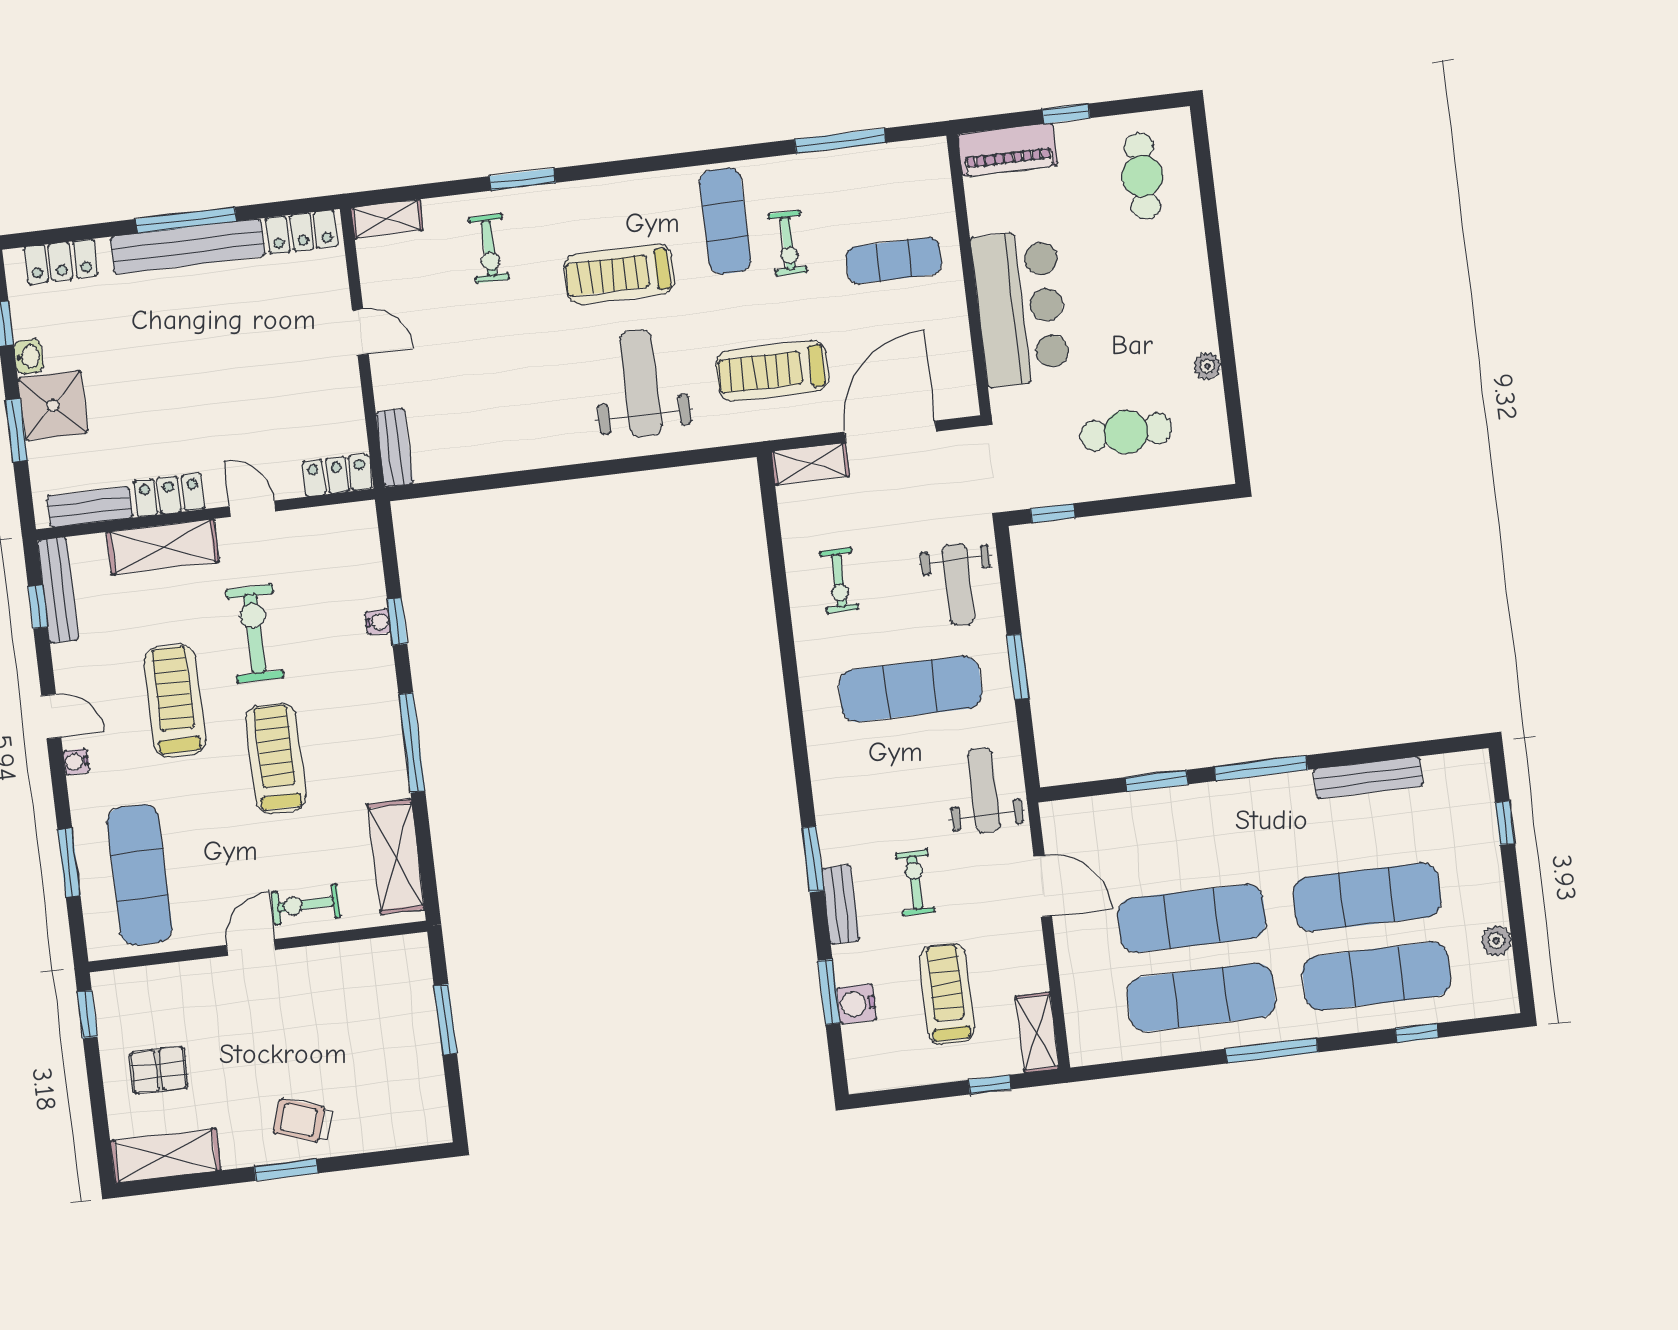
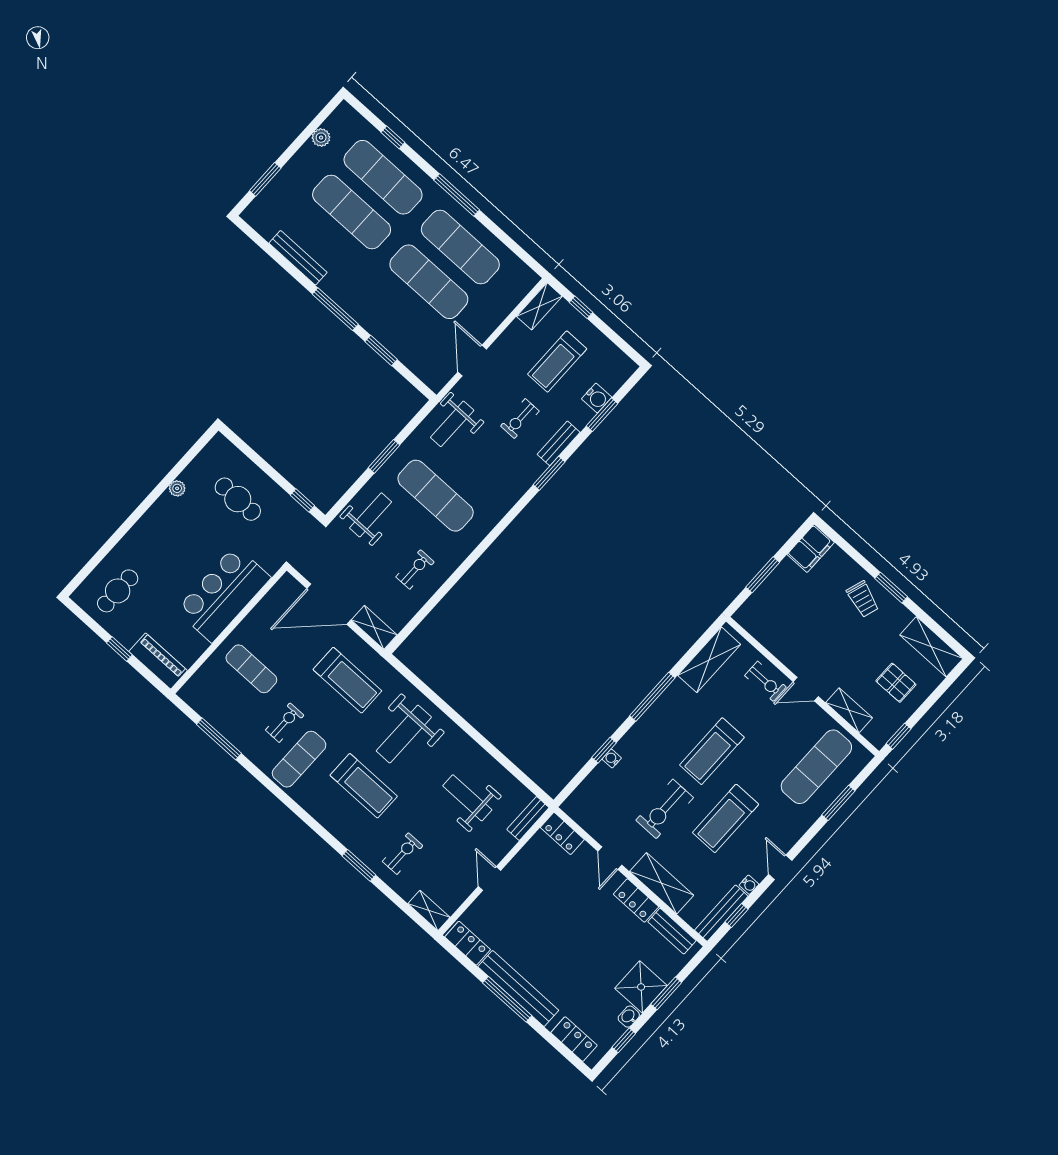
weight bench: (488, 393) -> (467, 798), added
water cooler: (76, 762) -> (749, 885), moved
window: (1505, 823) -> (265, 179), width x1.50
shelving: (176, 979) -> (849, 710), added
filing cabinet: (426, 1111) -> (811, 548), added

